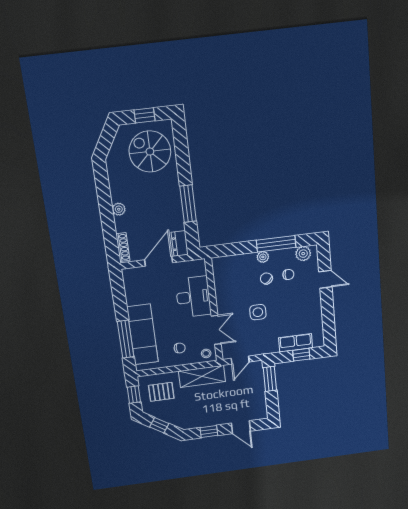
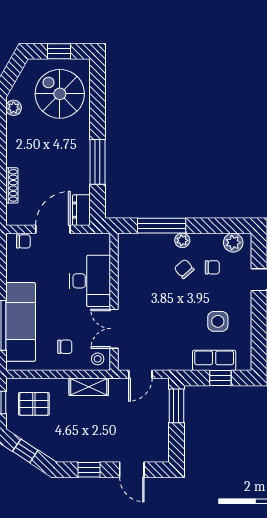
plant: (119, 209) -> (14, 108), moved
window: (276, 244) -> (162, 226), moved
shoe rack: (123, 247) -> (12, 185), moved
chair: (136, 274) -> (23, 241), added
side table: (258, 312) -> (218, 321), moved
double door: (216, 330) -> (114, 329), swing flipped
shelving: (202, 376) -> (89, 387), width x0.67, depth x0.75

